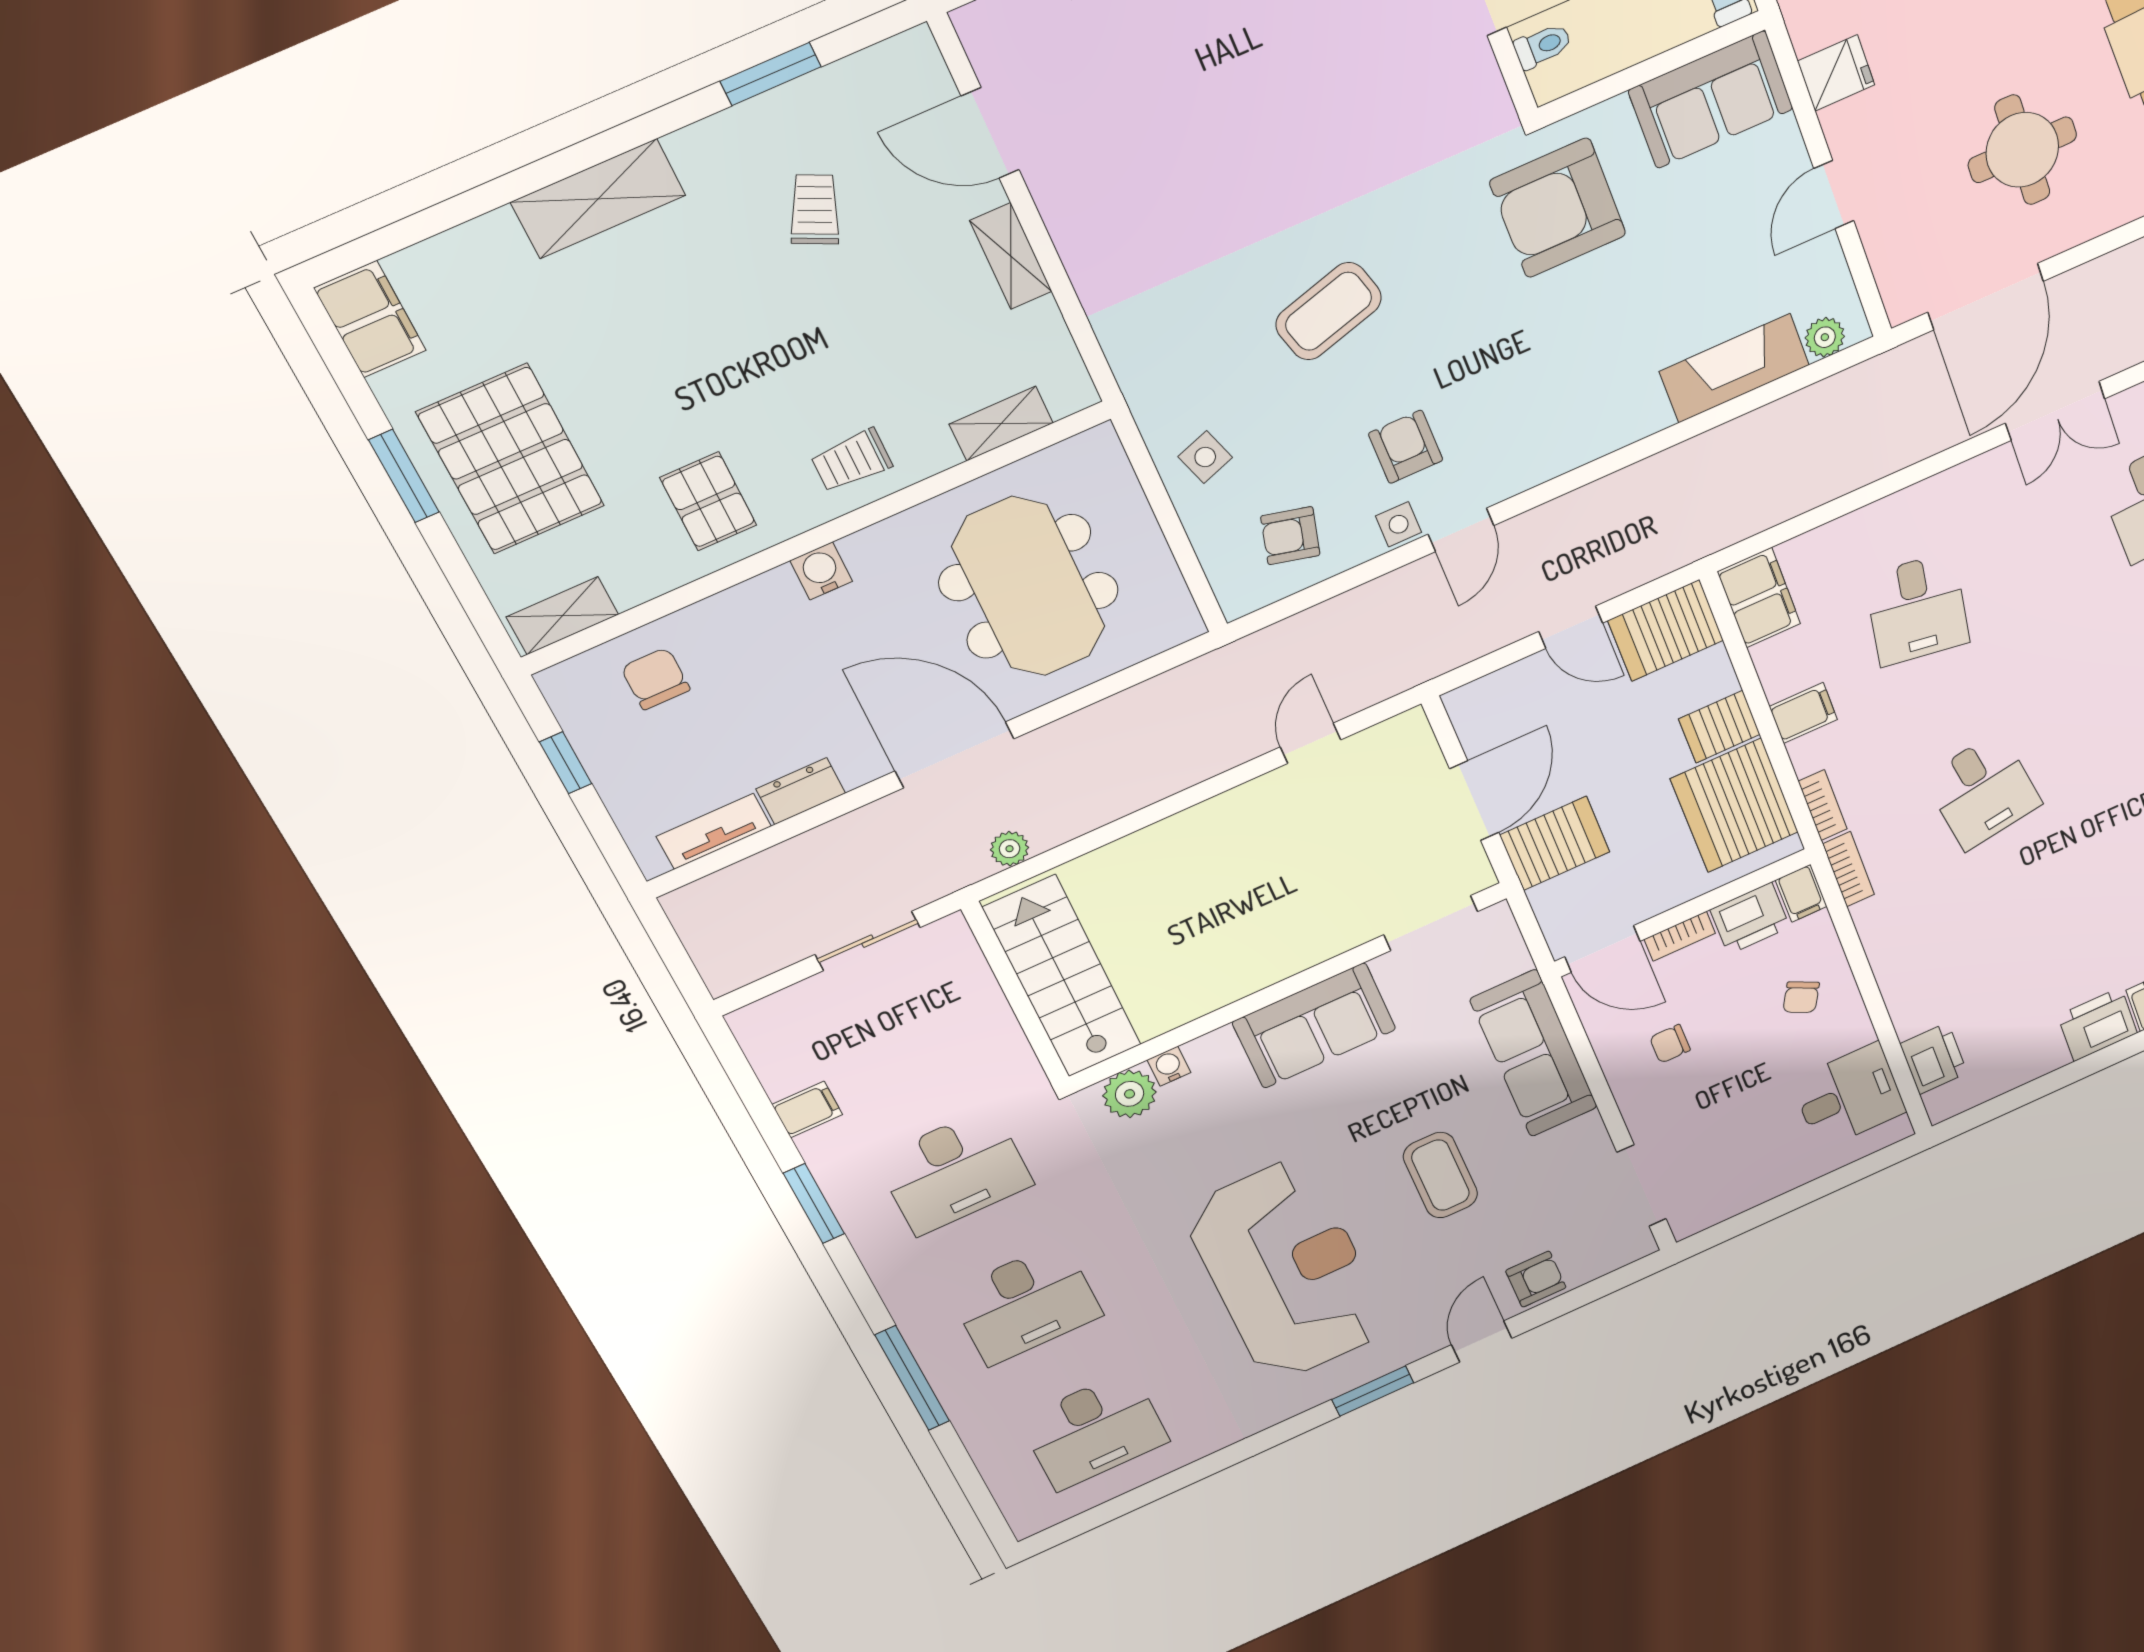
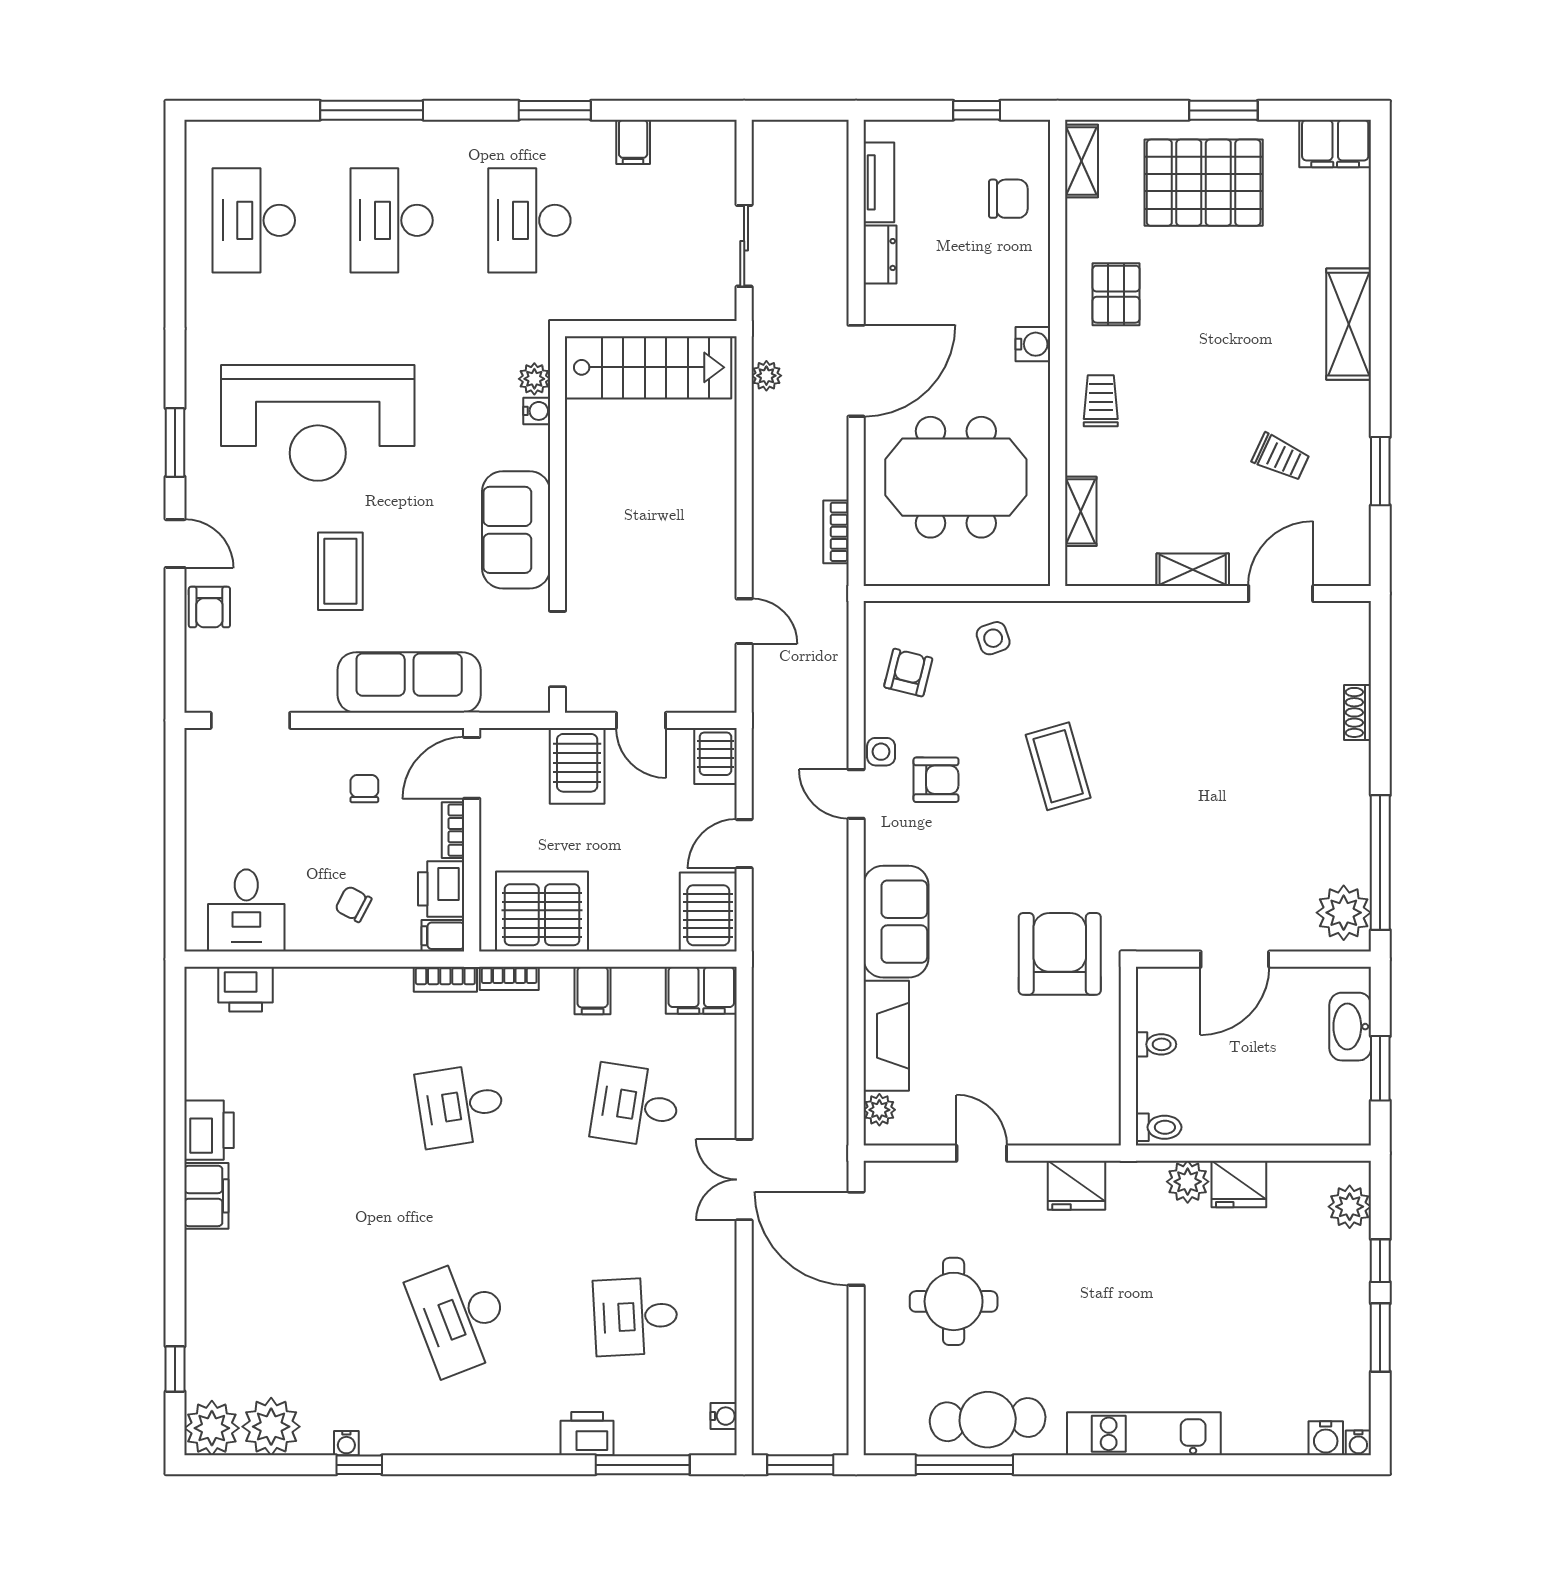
toilet: (1543, 46) -> (1156, 1044), moved, turned -90
fridge: (1836, 73) -> (1076, 1185), width x1.38
sofa: (1711, 100) -> (896, 922), moved, turned 180
double door: (2055, 411) -> (744, 1180), moved
pallet: (708, 501) -> (1116, 294), turned 90
bookcase: (1159, 691) -> (836, 532), added
server rack: (1719, 727) -> (715, 756), moved, turned 180
door: (1474, 801) -> (641, 720), width x0.73
plant: (1130, 1094) -> (534, 379), width x0.73, depth x0.73
coffee table: (1440, 1175) -> (340, 571), turned 90

